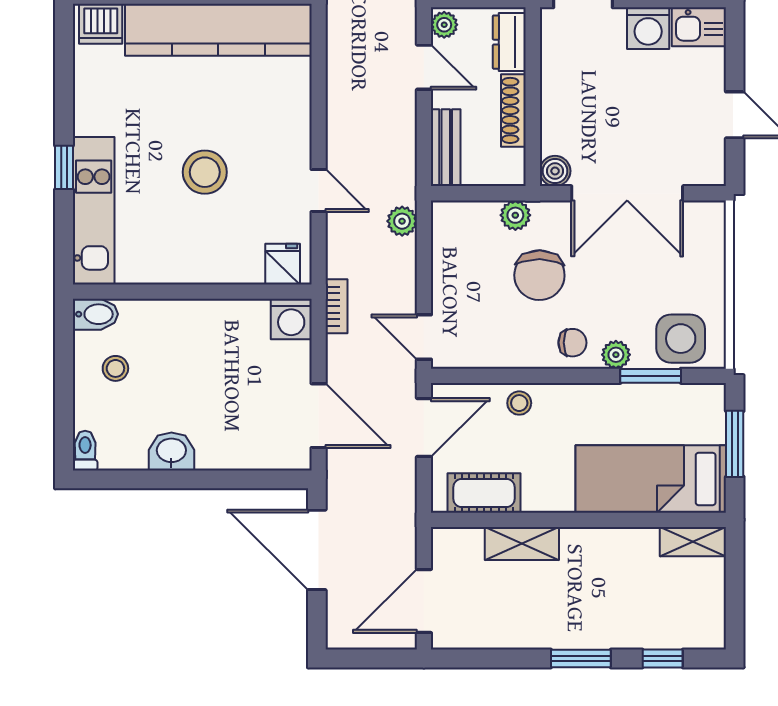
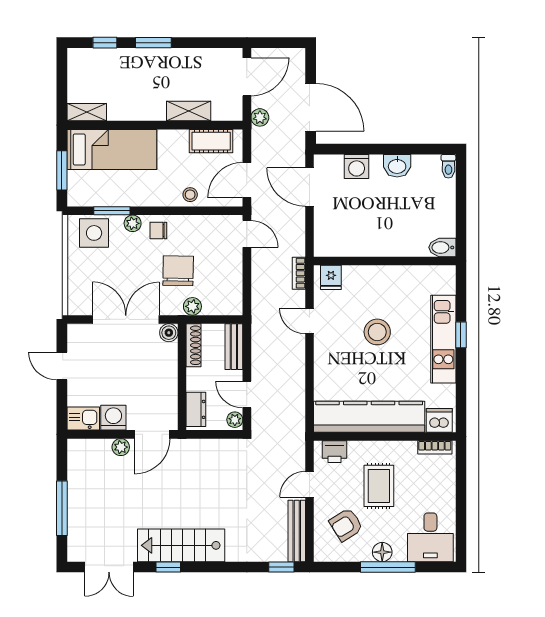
shoe rack: (513, 110) -> (194, 345), moved
kitchen unit: (94, 211) -> (443, 339), moved
plant: (402, 221) -> (260, 117), moved
bookcase: (336, 306) -> (299, 273), moved
washing machine: (291, 319) -> (357, 167), moved, turned 180
stool: (115, 368) -> (430, 215), removed

